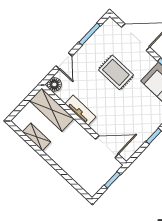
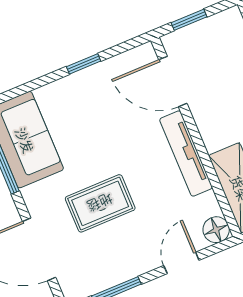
rug: (116, 72) -> (100, 203), turned 90
tv unit: (80, 110) -> (186, 154), width x1.41

